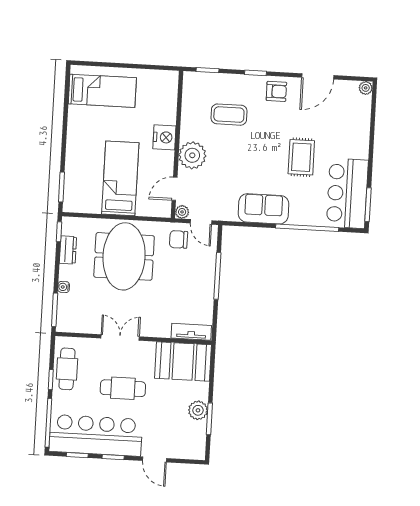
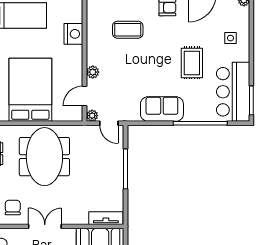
side table: (348, 131) -> (230, 38), added
nightstand: (164, 137) -> (73, 34), moved
plant: (192, 155) -> (93, 72), width x0.53, depth x0.53
bed: (120, 178) -> (30, 90), width x1.50
chair: (179, 239) -> (13, 208), moved, turned 90

